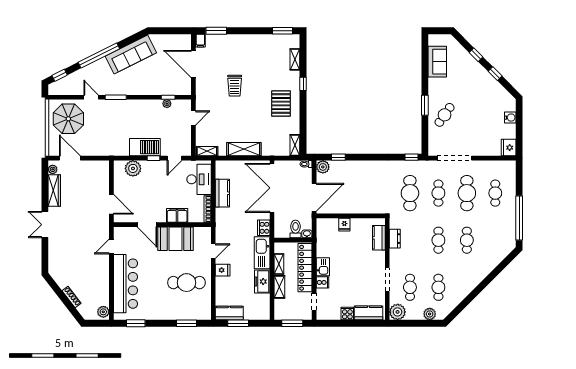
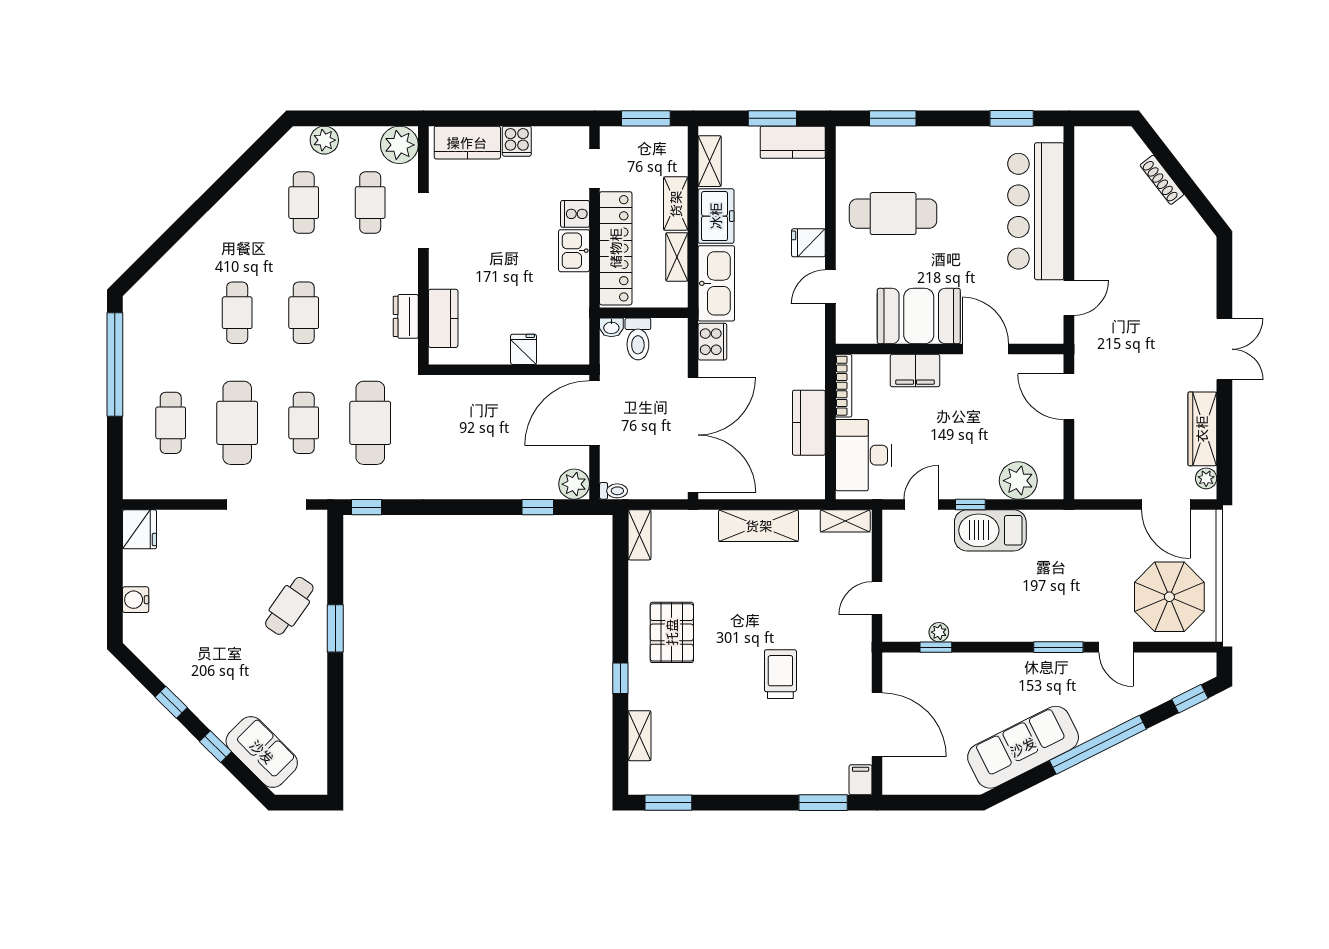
sofa: (437, 62) -> (262, 752), moved, turned 135
shelving: (265, 305) -> (710, 161), added
plant: (103, 312) -> (1088, 145), removed

